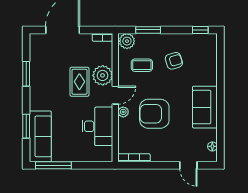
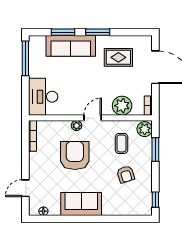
window: (26, 74) -> (98, 32), moved
plant: (103, 75) -> (122, 106), moved
rug: (79, 82) -> (118, 57), moved
door: (115, 95) -> (93, 118), swing flipped
desk: (97, 126) -> (43, 97), moved, turned 90
sofa: (40, 136) -> (71, 46), moved

